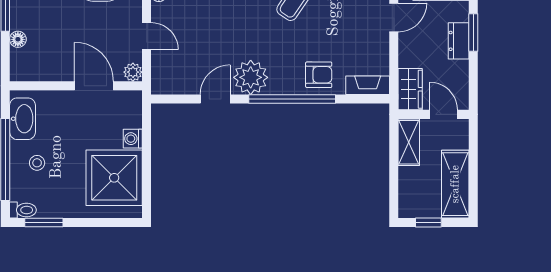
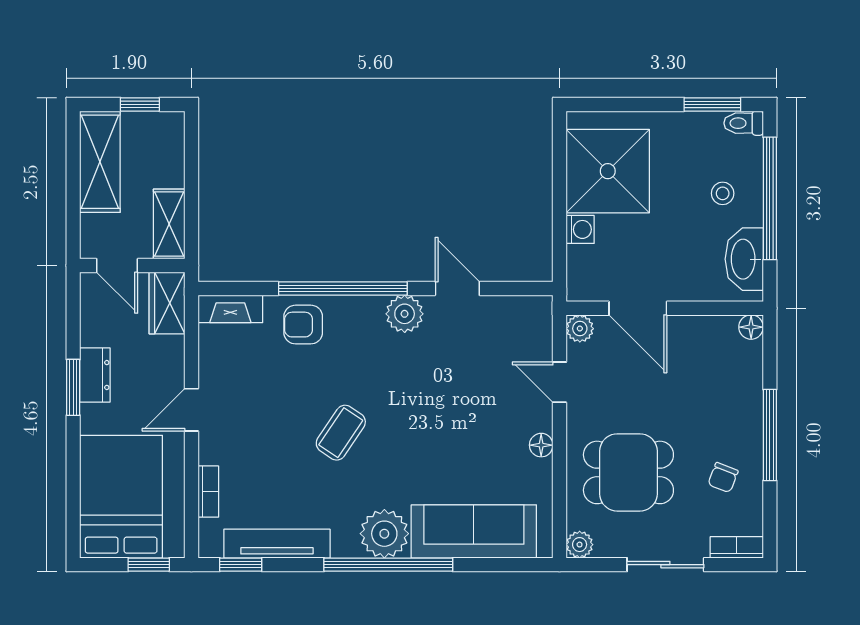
floor lamp: (18, 39) -> (751, 327), moved
plant: (251, 77) -> (405, 314), width x0.73, depth x0.73
door: (215, 99) -> (457, 288), swing flipped

